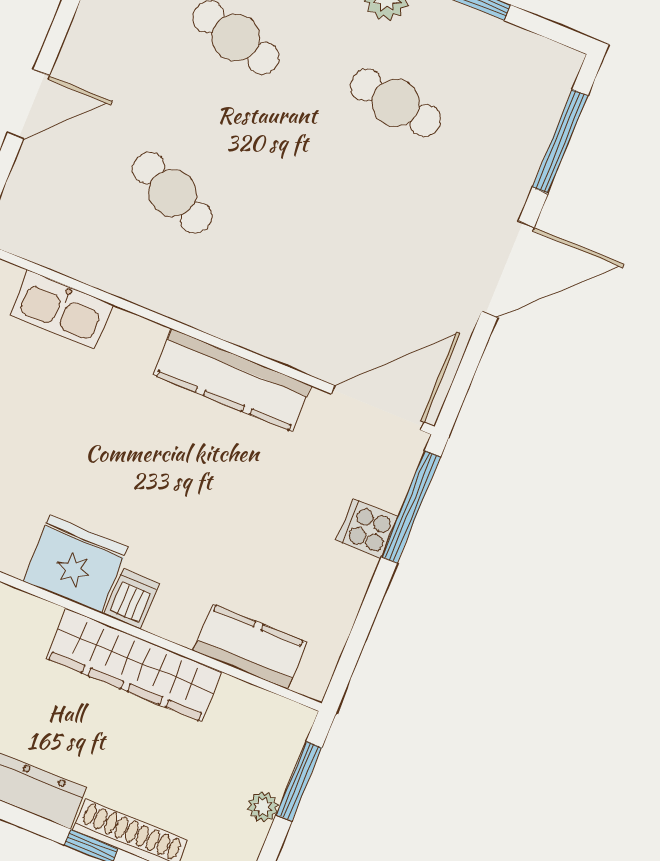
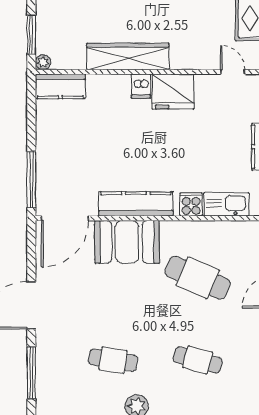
cafe table: (172, 193) -> (198, 278), width x1.37, depth x1.35
booth: (278, 315) -> (127, 242), added
cooker: (367, 529) -> (191, 204), moved, turned -90
kitchen counter: (250, 647) -> (60, 86), moved
plant: (263, 807) -> (43, 62), moved

